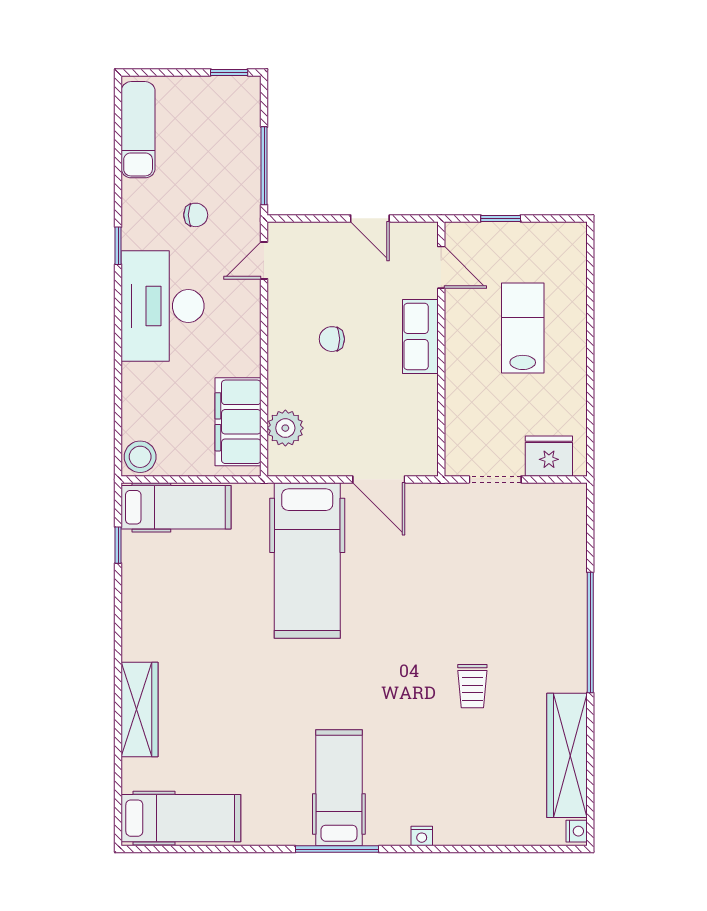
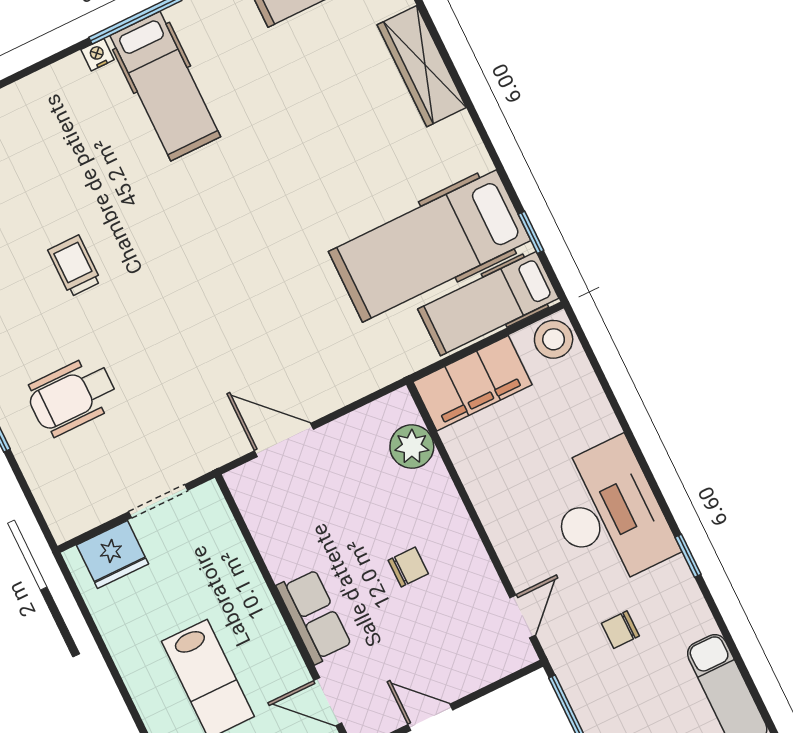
filing cabinet: (238, 422) -> (473, 383), moved, turned 90
hospital bed: (307, 560) -> (430, 246), moved, turned -90
wheelchair: (521, 589) -> (72, 396), added
nightstand: (422, 836) -> (98, 55), moved

